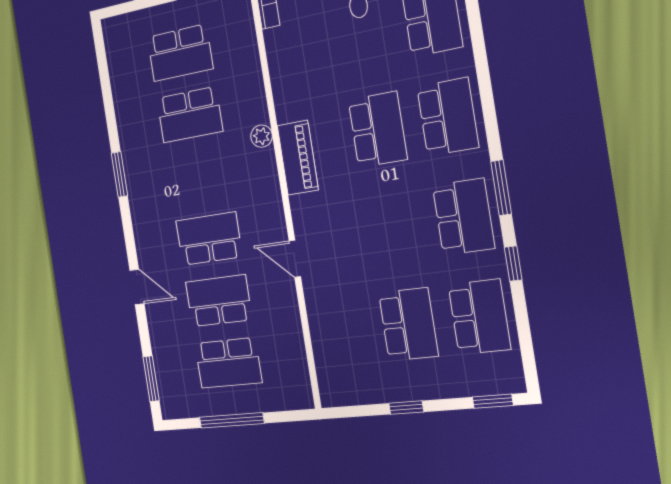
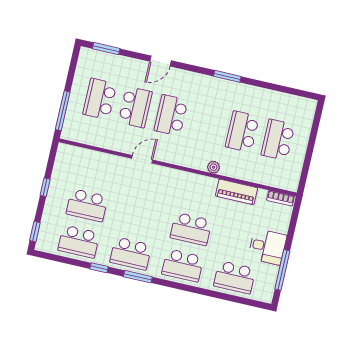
piano: (298, 158) -> (237, 192), moved
school desk: (209, 239) -> (171, 115), turned 180
window: (232, 420) -> (63, 111), moved

